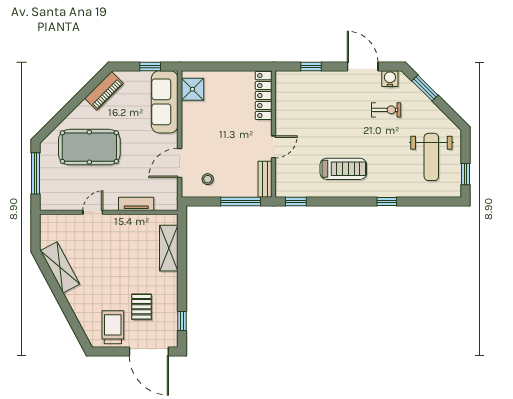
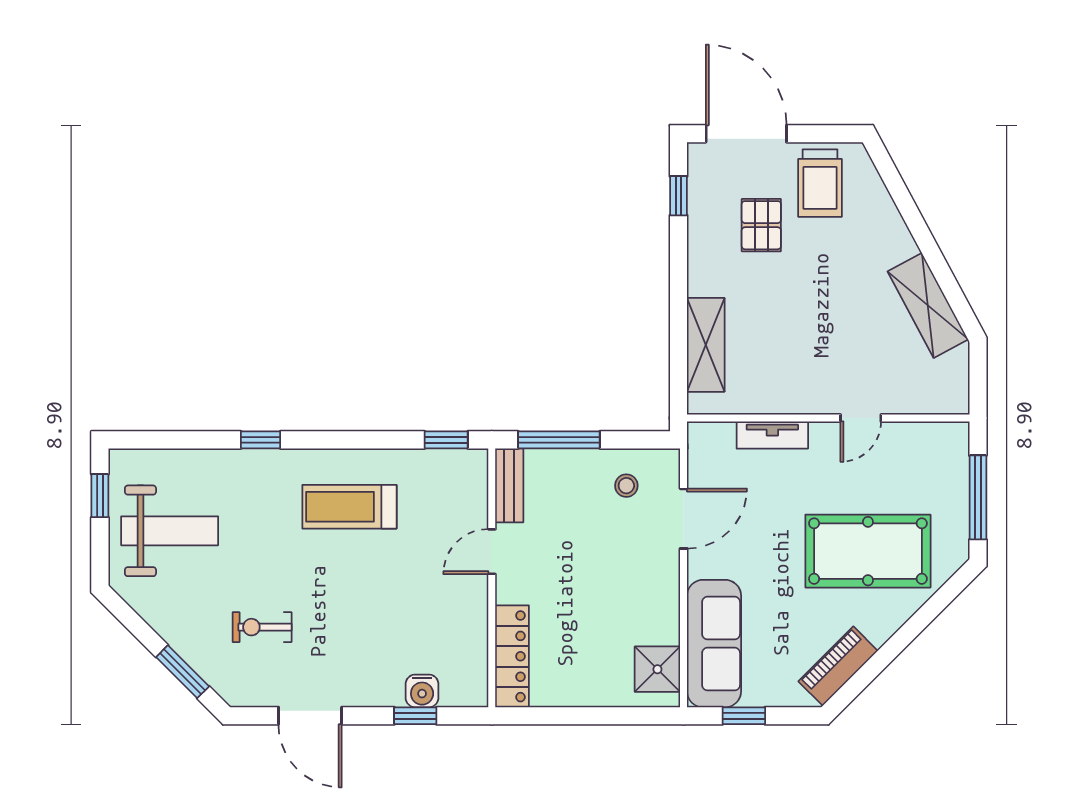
water cooler: (390, 79) -> (422, 691), moved
weight bench: (431, 157) -> (170, 531), turned 90

